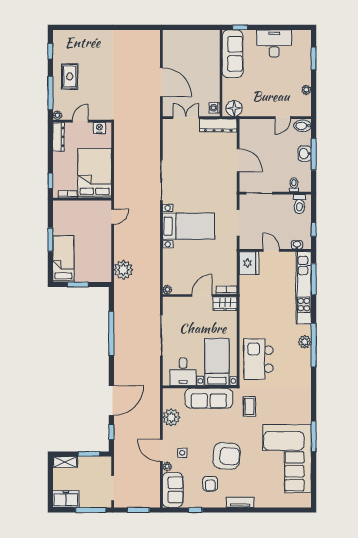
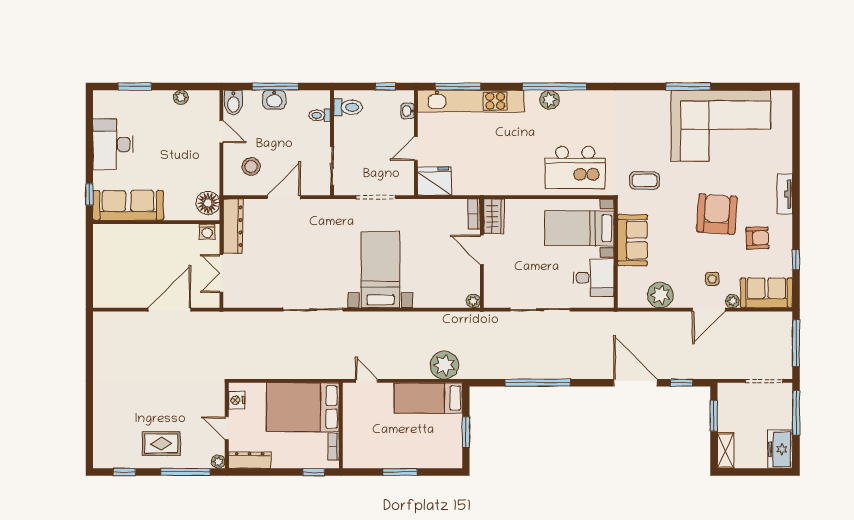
stool: (259, 138) -> (251, 166), added
bed: (63, 259) -> (428, 398), moved
sofa: (209, 398) -> (632, 240), width x0.73
window: (138, 510) -> (796, 343), width x1.44

